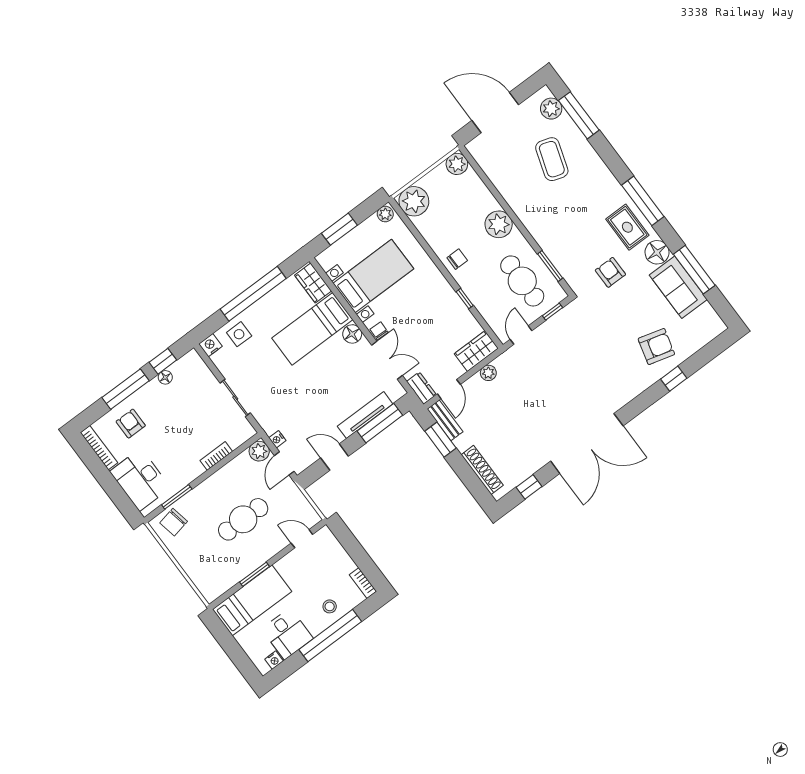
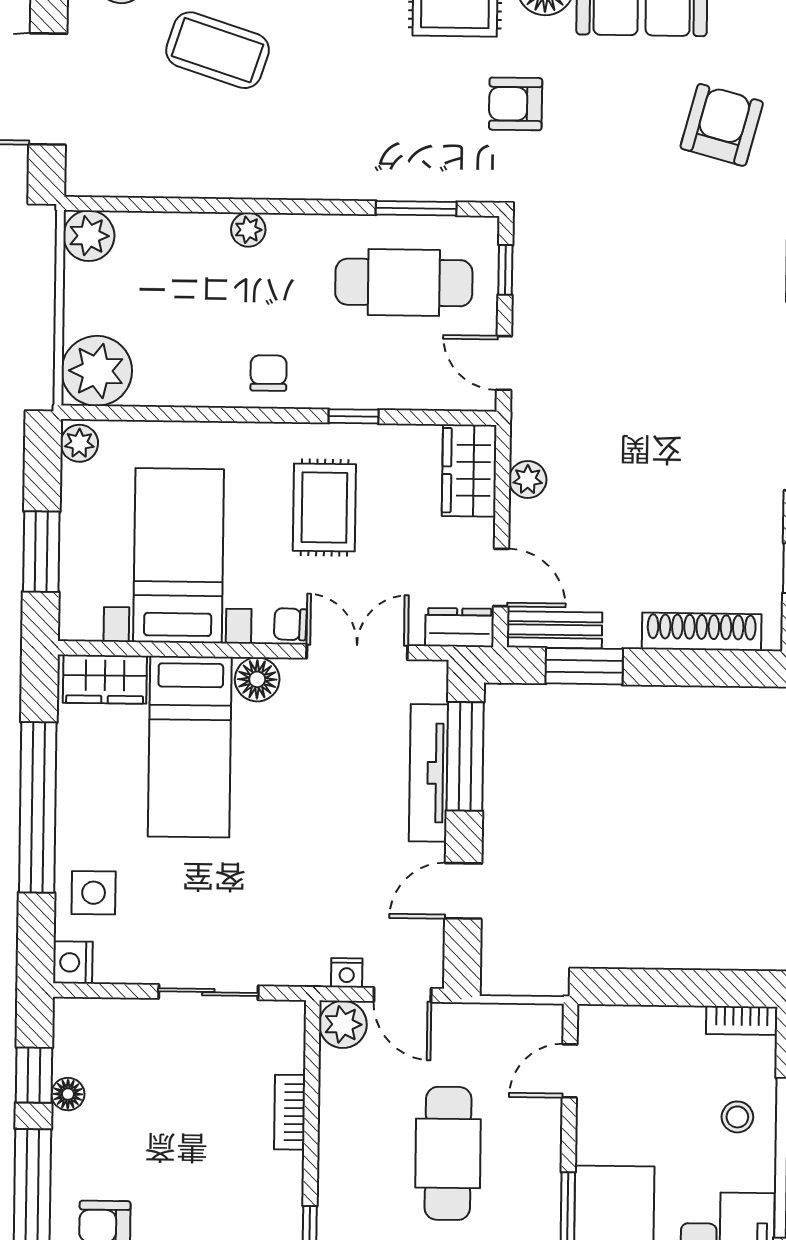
plant: (499, 224) -> (248, 230), width x0.53, depth x0.53
rug: (427, 312) -> (324, 508), added

